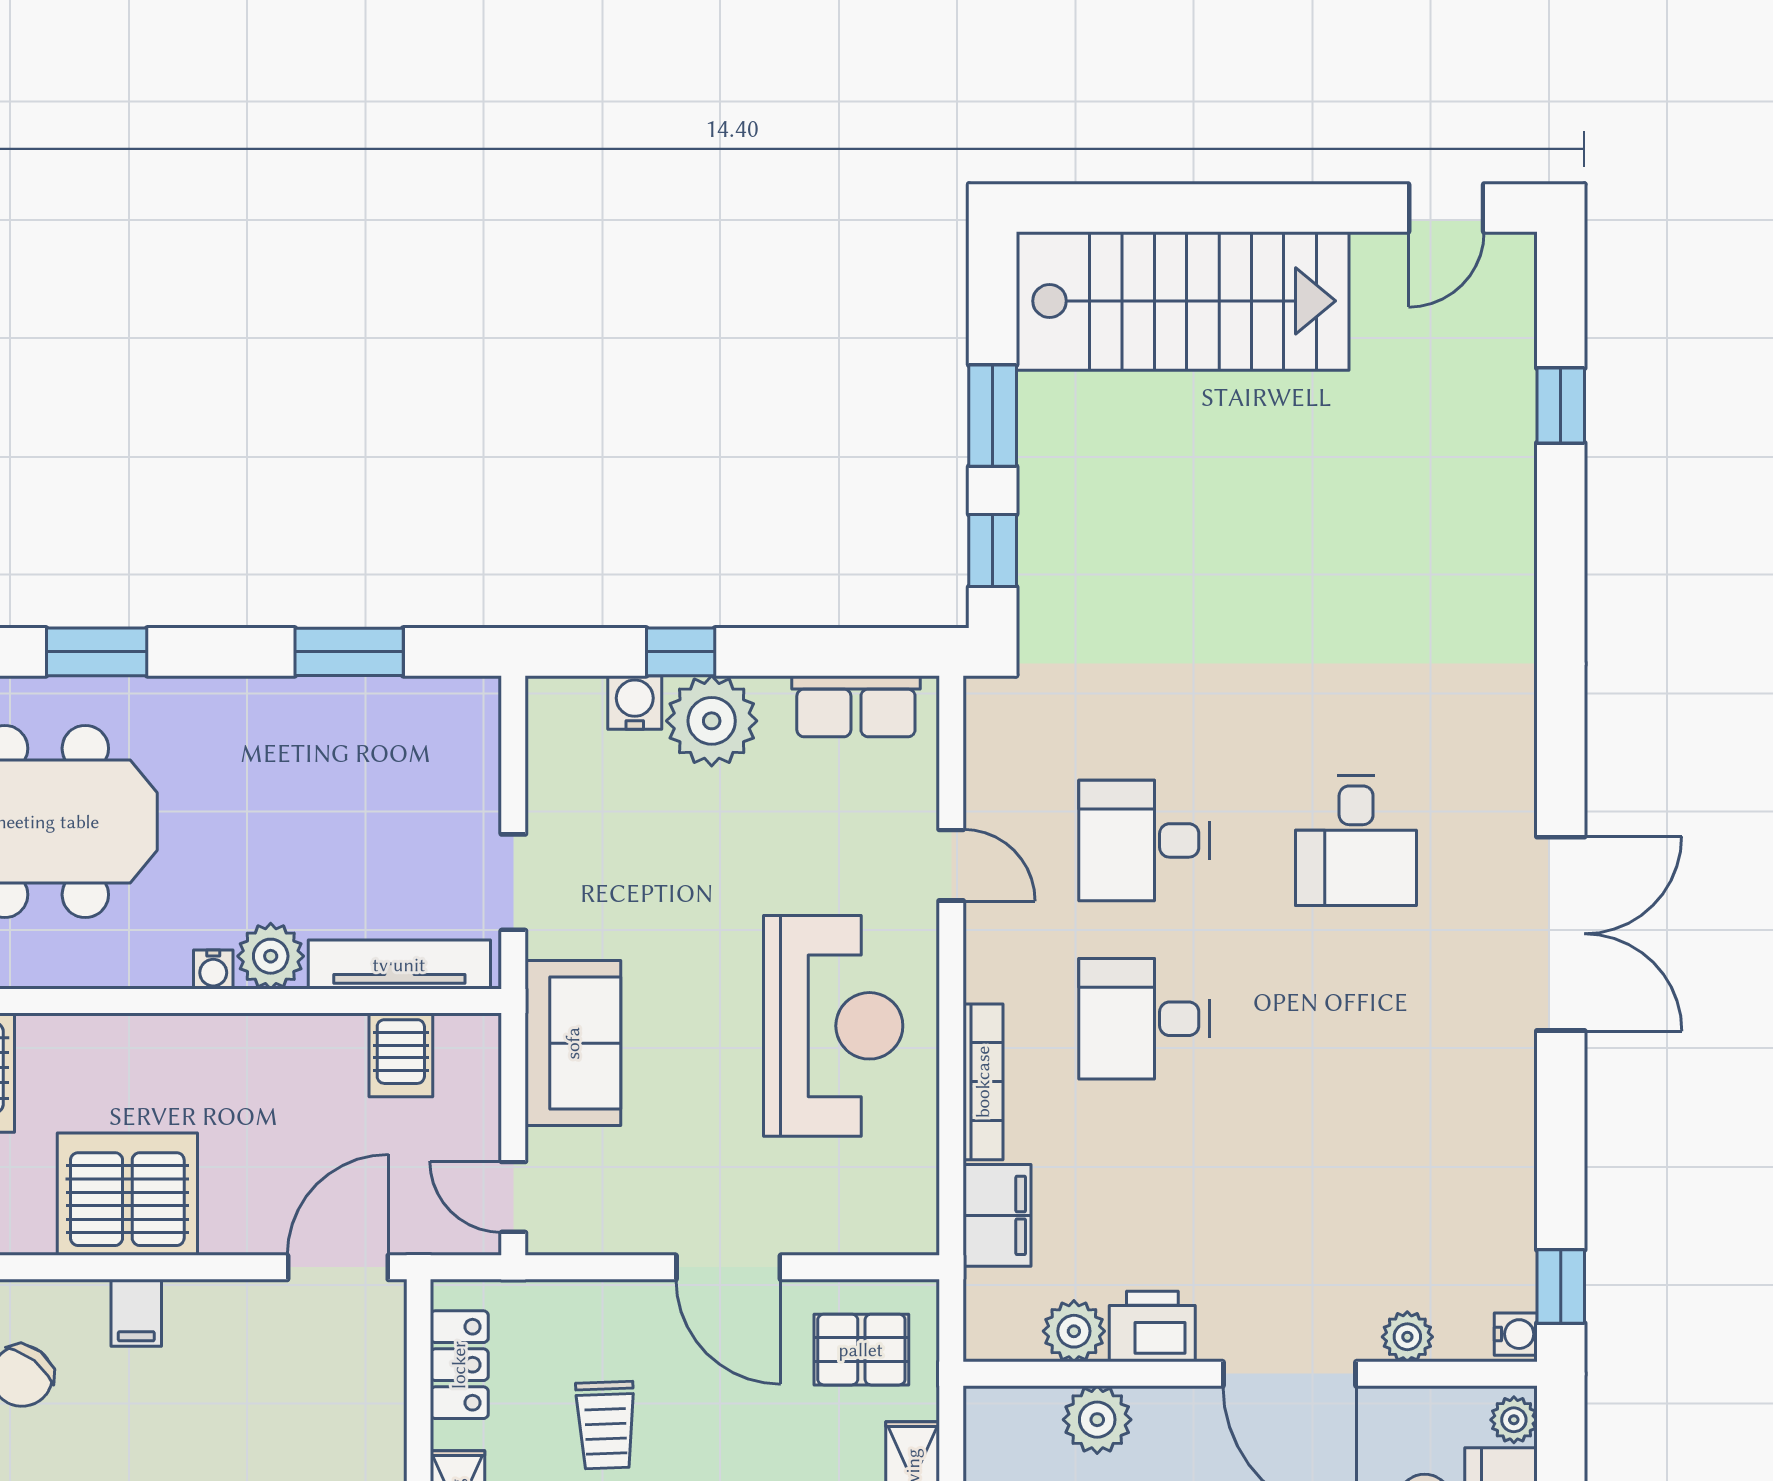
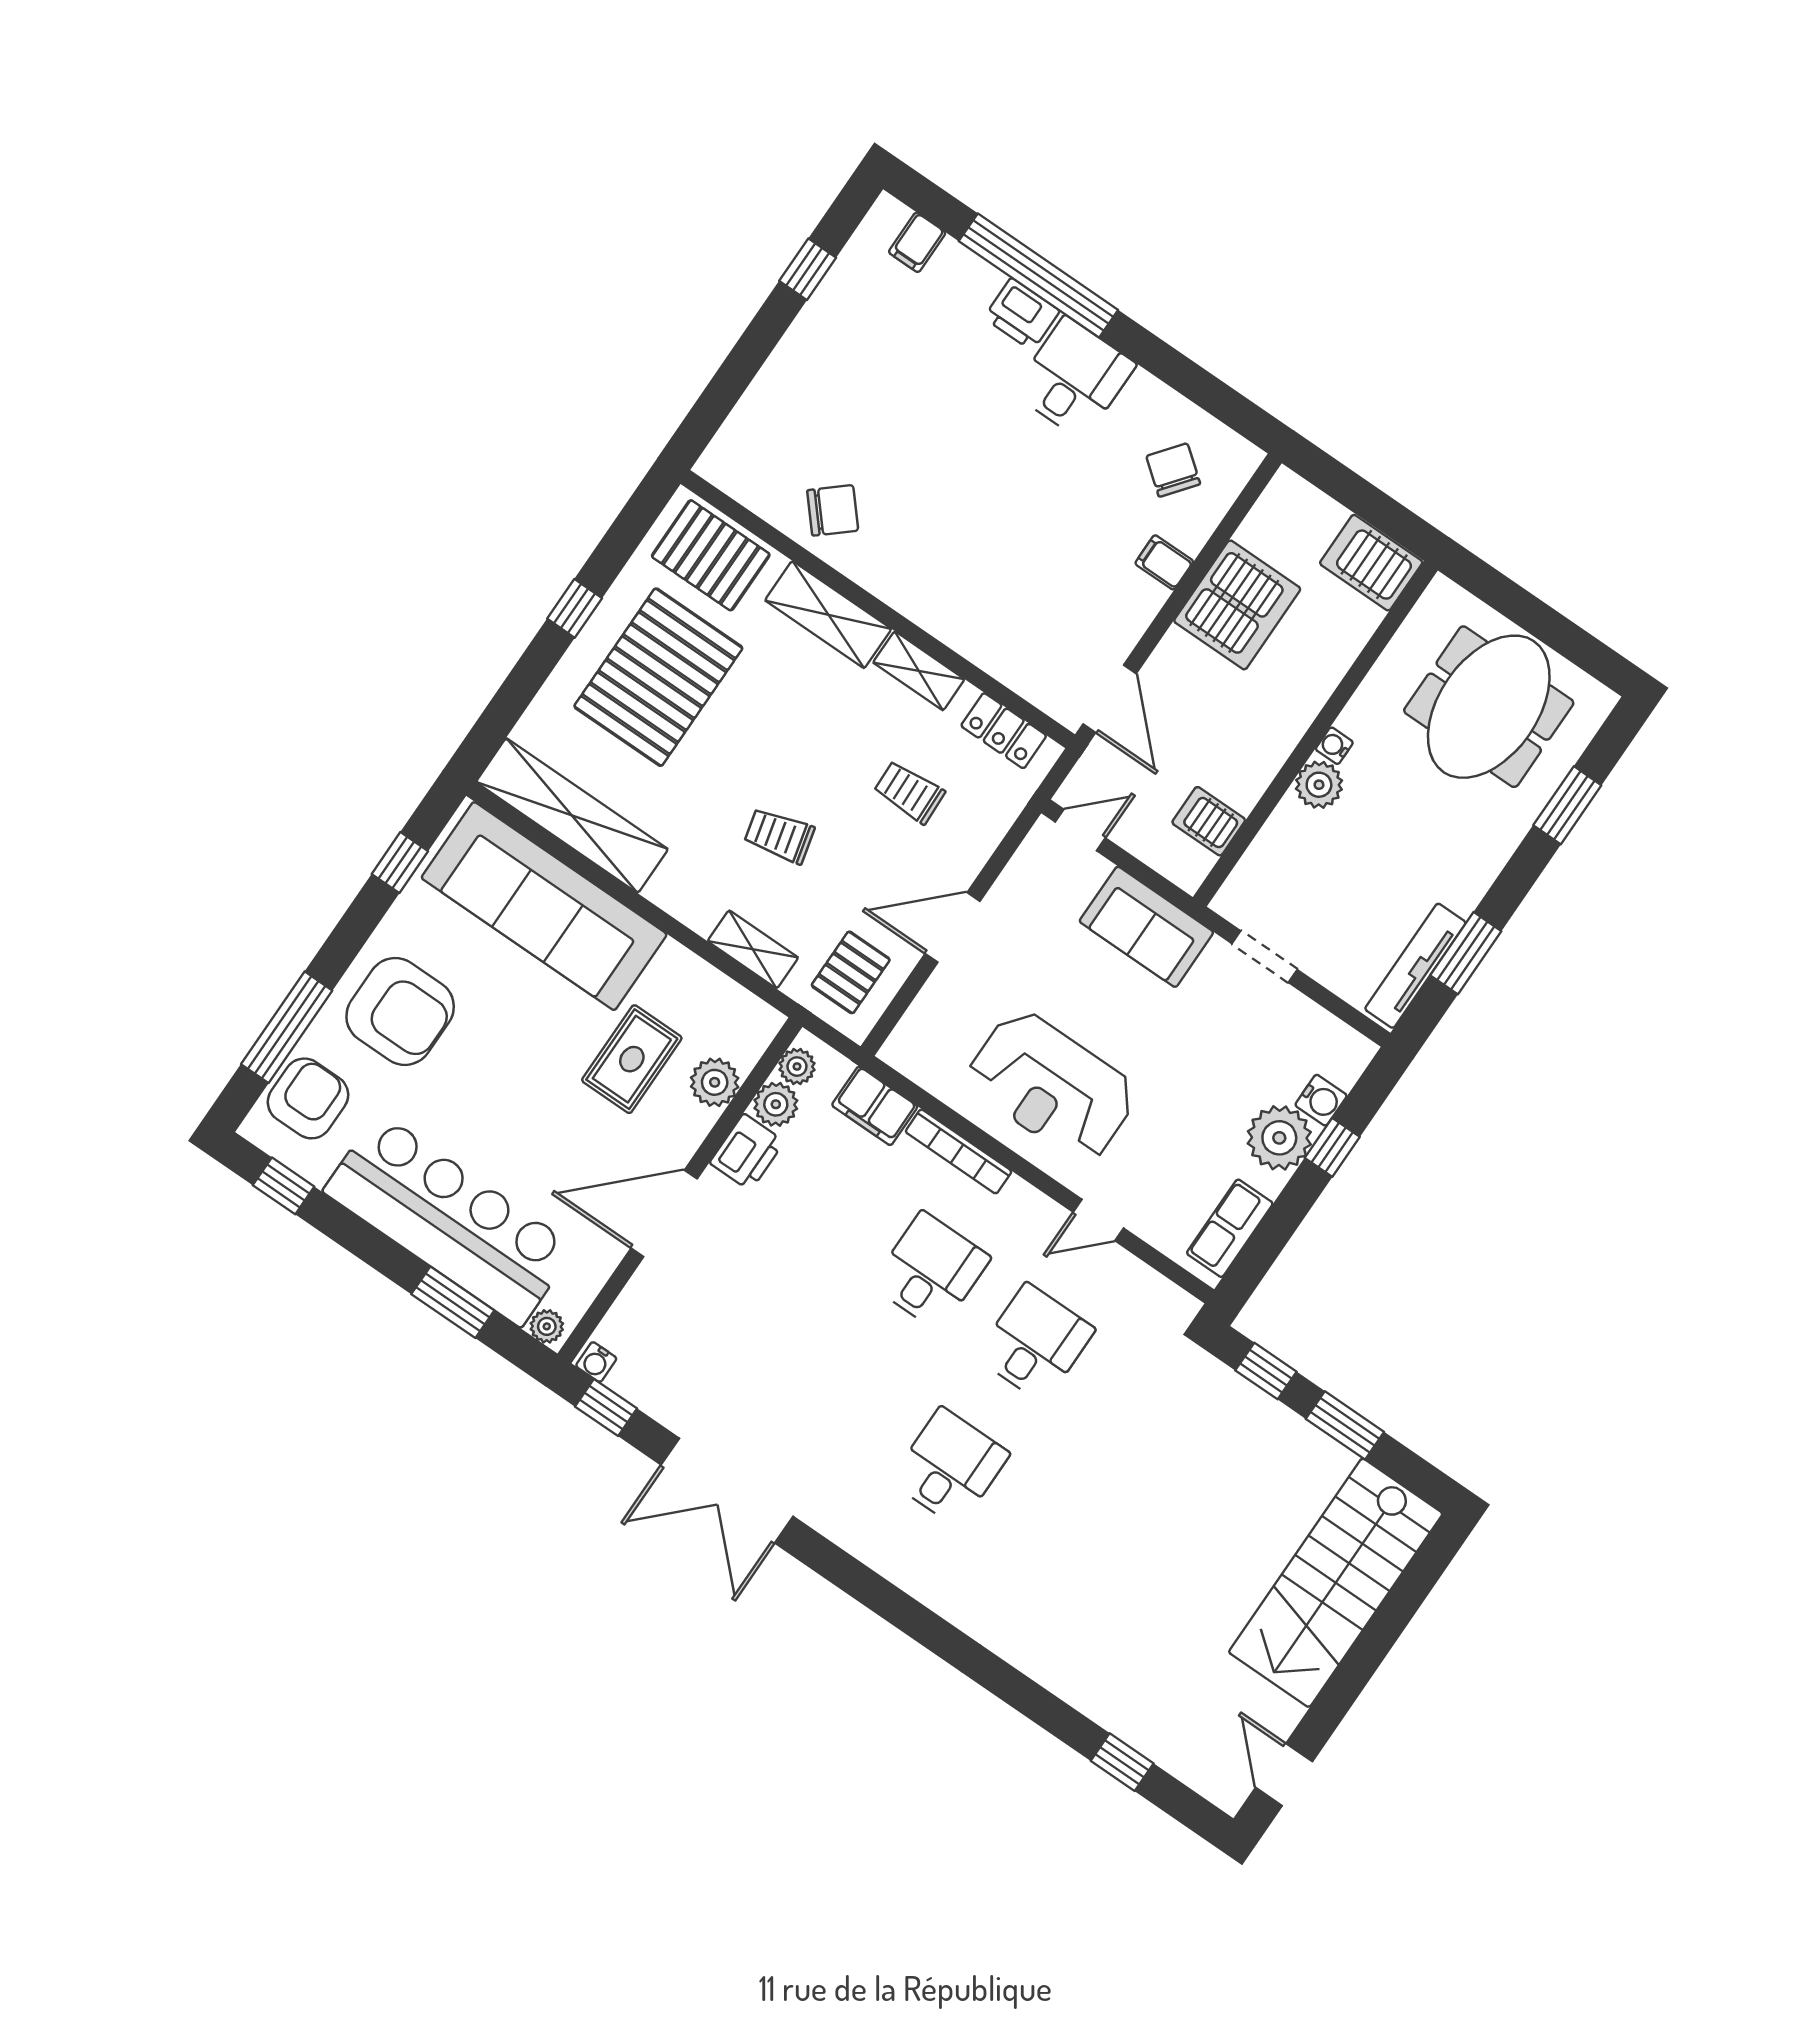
desk: (1356, 840) -> (950, 1467), turned 90
double door: (1561, 934) -> (727, 1491), moved
tv unit: (399, 965) -> (1415, 966), moved, turned 180
plant: (1407, 1337) -> (797, 1067), moved

